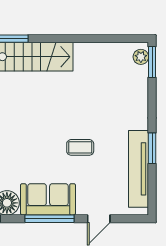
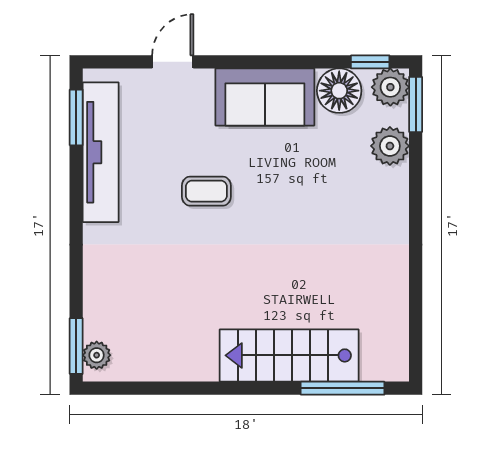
window: (152, 148) -> (76, 117), moved
window: (50, 219) -> (262, 62), removed

